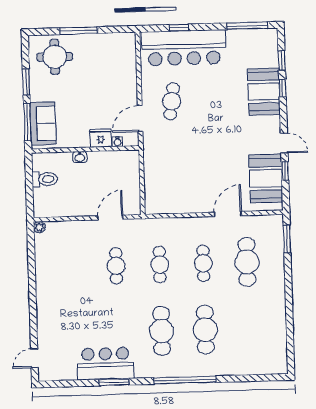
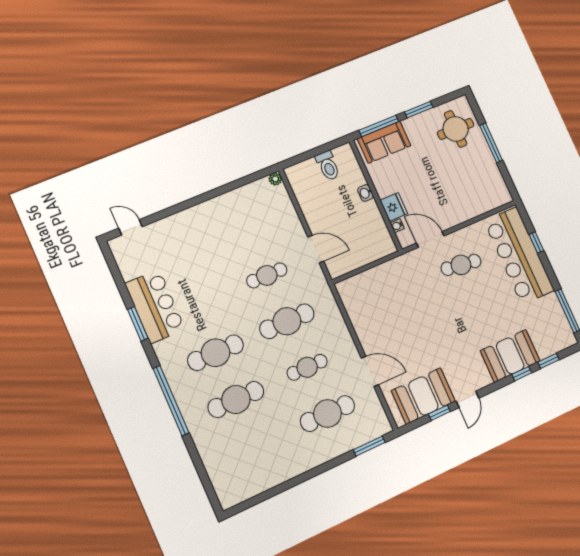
cafe table: (160, 265) -> (287, 321), width x1.37, depth x1.35

